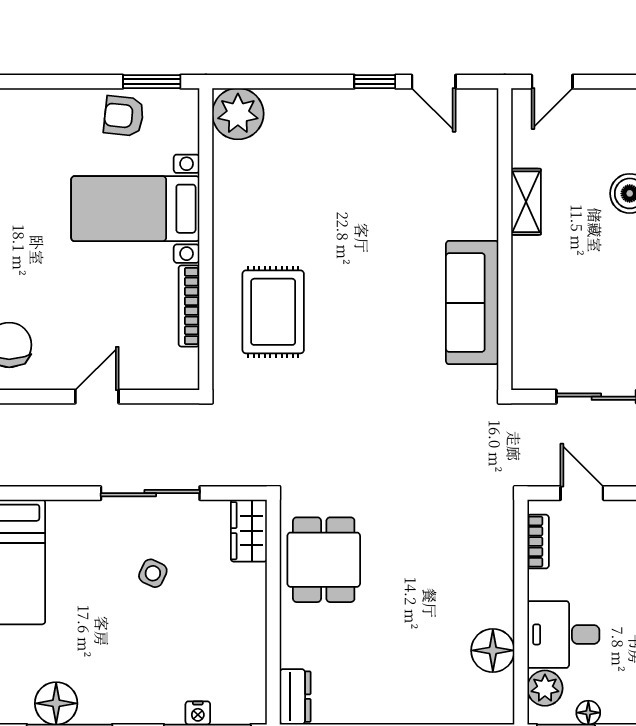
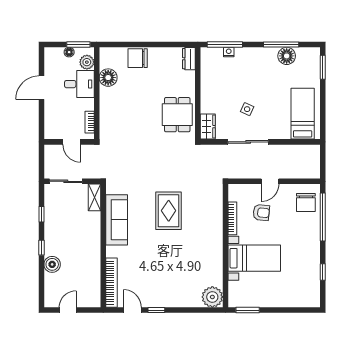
door: (552, 82) -> (68, 310), moved
armchair: (124, 116) -> (261, 212), moved
bookcase: (485, 149) -> (111, 283), added
shelving: (526, 202) -> (95, 197), moved
rug: (273, 312) -> (169, 211), moved
chair: (421, 698) -> (138, 58), added

